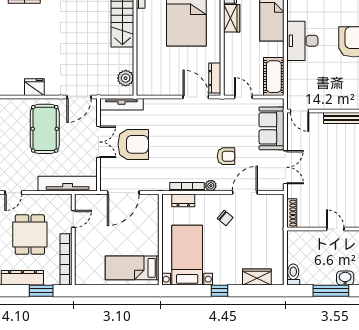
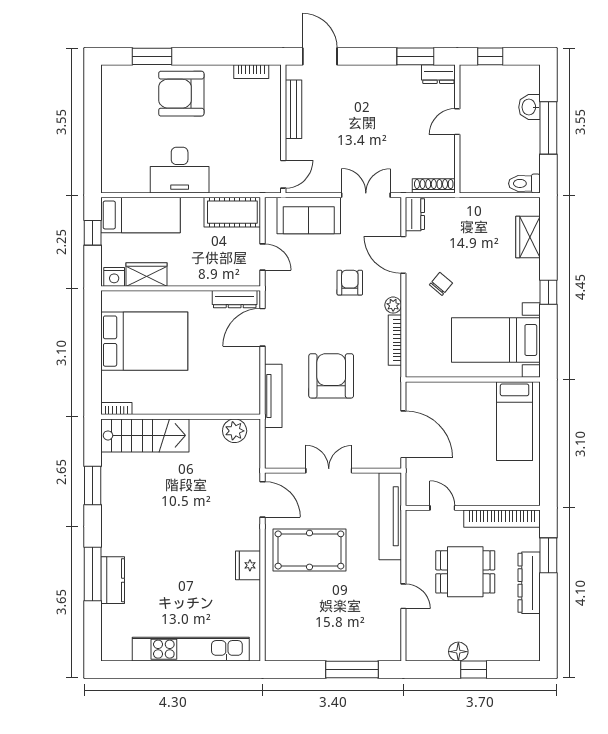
door: (243, 97) -> (263, 257), swing flipped
tv unit: (121, 104) -> (273, 396), moved
armchair: (133, 144) -> (331, 376), moved
dresser: (183, 200) -> (415, 214), moved

